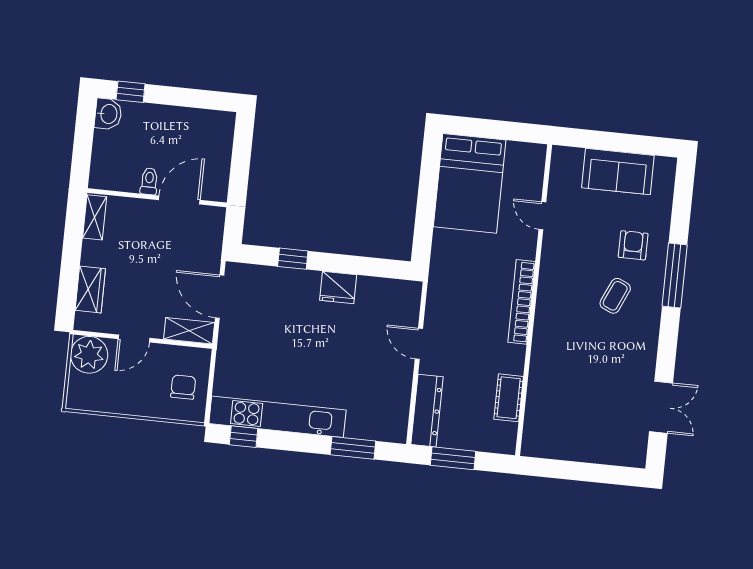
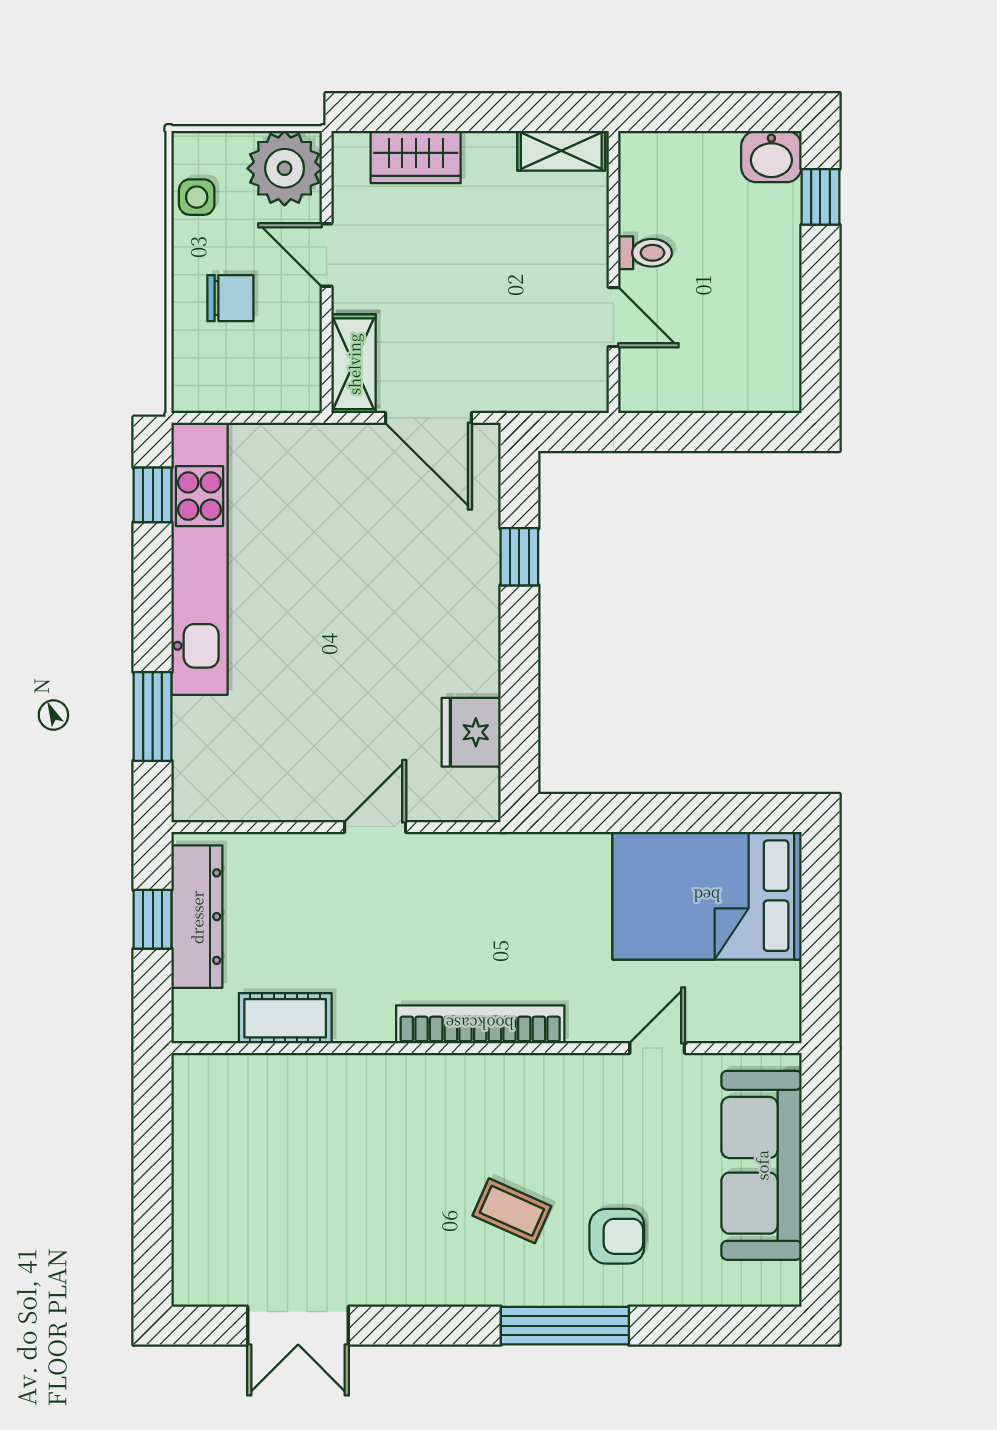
sofa: (618, 172) -> (762, 1165), width x1.36
door: (179, 200) -> (614, 317), width x0.73
fridge: (338, 288) -> (471, 732), moved
door: (220, 297) -> (428, 418), swing flipped
chair: (183, 387) -> (230, 298), moved
side table: (99, 400) -> (197, 197), added
dresser: (427, 411) -> (197, 917), moved, turned -90
window: (453, 458) -> (153, 919), width x0.67

